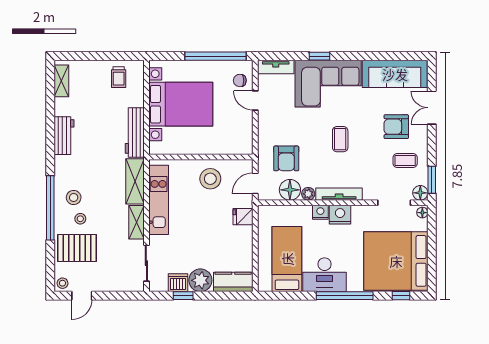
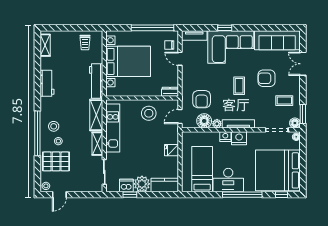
armchair: (396, 127) -> (267, 78), moved
dresser: (241, 148) -> (170, 92), added
fridge: (243, 217) -> (172, 150), moved

